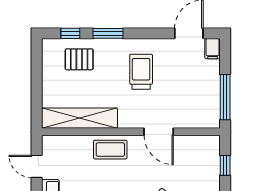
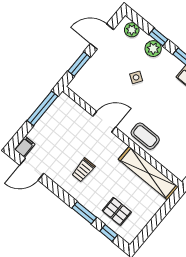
trolley: (141, 72) -> (83, 170), width x0.73, depth x0.72
door: (159, 132) -> (104, 122), hinge flipped
window: (225, 165) -> (79, 64), width x1.50

